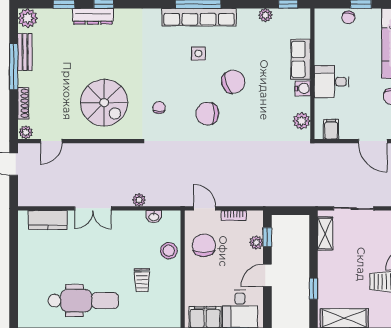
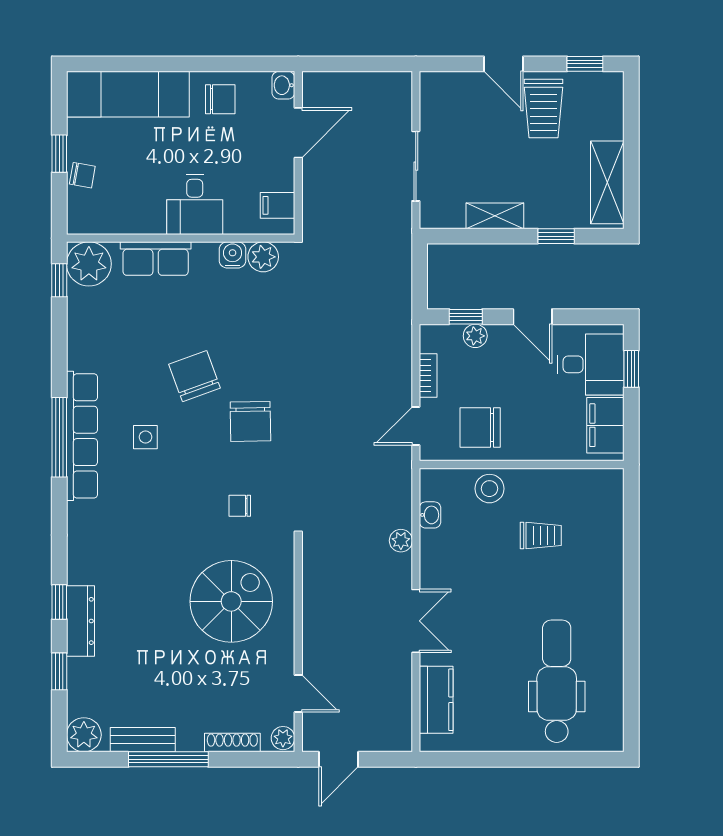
plant: (265, 15) -> (89, 264), moved, width x1.88, depth x1.88
water cooler: (303, 88) -> (233, 255), moved
shelving: (325, 234) -> (495, 216), moved
dental chair: (83, 301) -> (557, 681), moved

